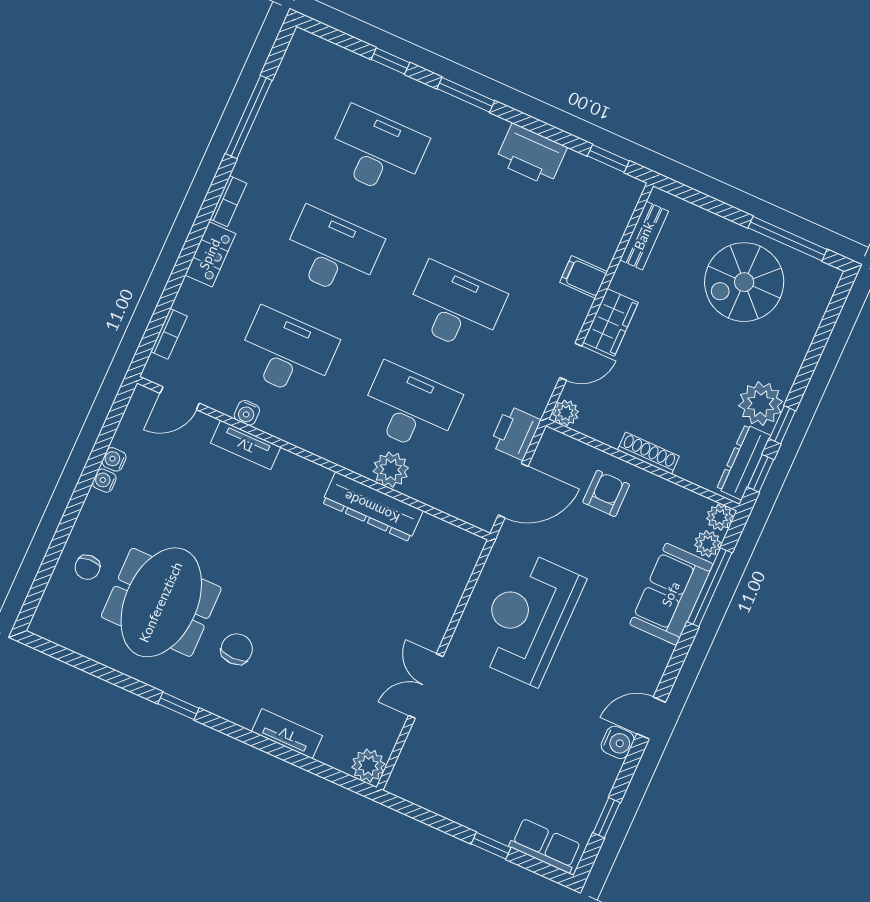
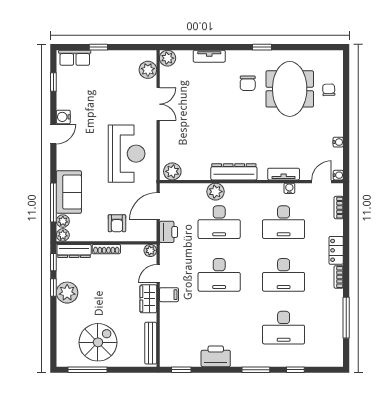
bench: (644, 236) -> (151, 343), width x1.36
filing cabinet: (584, 277) -> (169, 295), moved
dresser: (744, 462) -> (74, 251), moved, turned 90
water cooler: (104, 481) -> (338, 175), moved
dresser: (372, 507) -> (234, 172), moved
plant: (456, 545) -> (172, 171), added
plant: (416, 760) -> (148, 70), added

